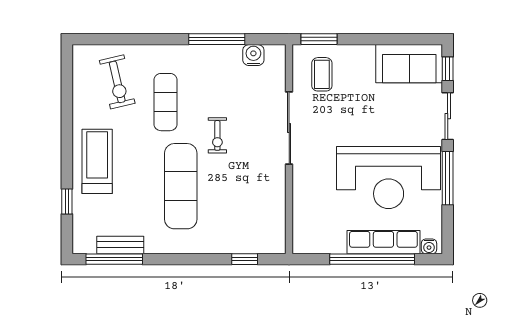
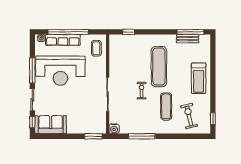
water cooler: (253, 55) -> (114, 129), moved
coffee table: (322, 74) -> (96, 48), moved
reception desk: (389, 178) -> (60, 71), turned 180
window: (67, 202) -> (213, 119), moved

